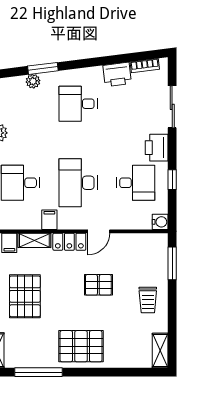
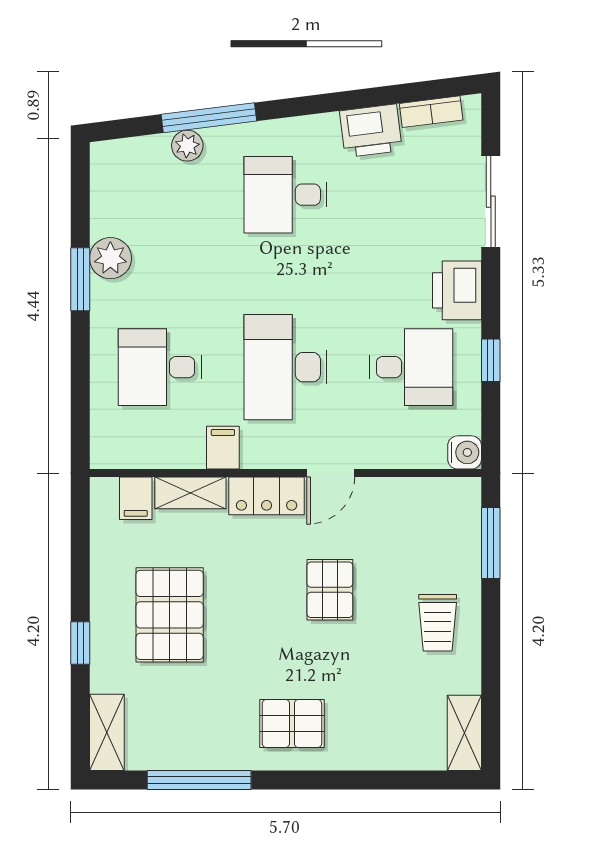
window: (43, 68) -> (209, 118), width x1.44
pallet: (98, 285) -> (330, 590), turned 90
pallet: (81, 346) -> (292, 723), width x0.67, depth x0.71

